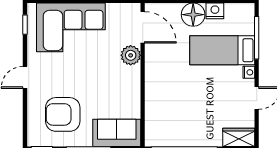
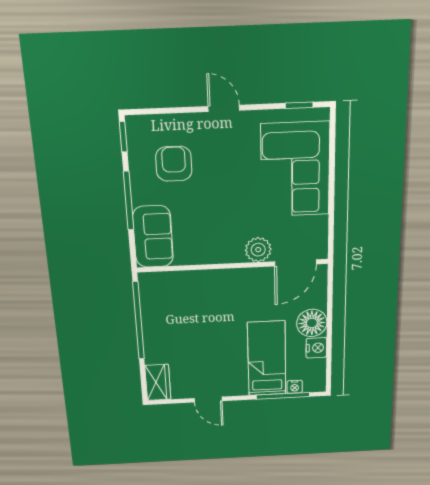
nightstand: (249, 72) -> (295, 387), moved
armchair: (63, 114) -> (174, 164), width x0.73, depth x0.73

